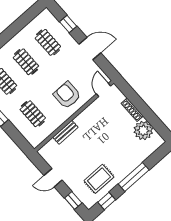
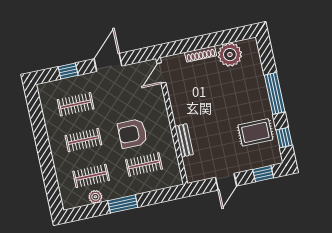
door: (103, 90) -> (161, 73), hinge flipped
armchair: (67, 95) -> (132, 134), moved
rug: (99, 179) -> (255, 132), turned 90

